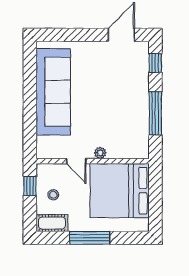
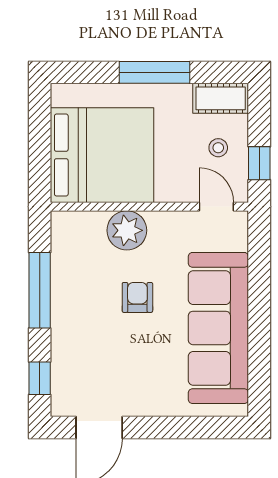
armchair: (99, 109) -> (137, 297), added
plant: (100, 153) -> (127, 230), width x1.88, depth x1.88
door: (76, 161) -> (216, 207), moved

